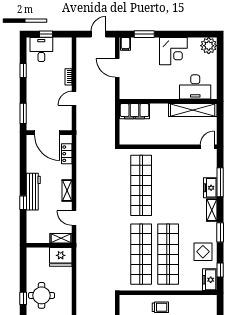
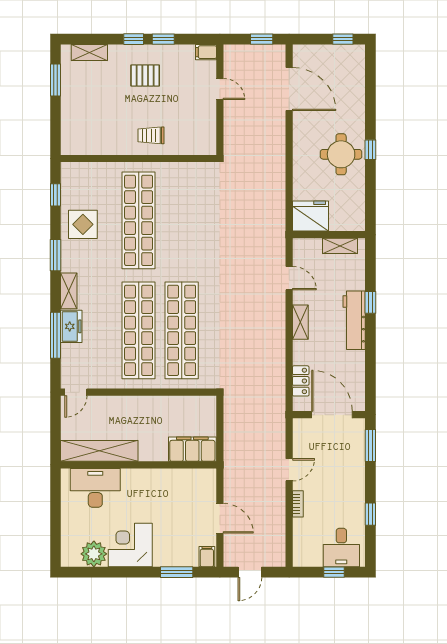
plant: (209, 46) -> (94, 554), moved
shelving: (61, 238) -> (340, 246), moved
shop shelf: (141, 254) -> (139, 330), moved
freezer: (210, 280) -> (72, 180), removed

